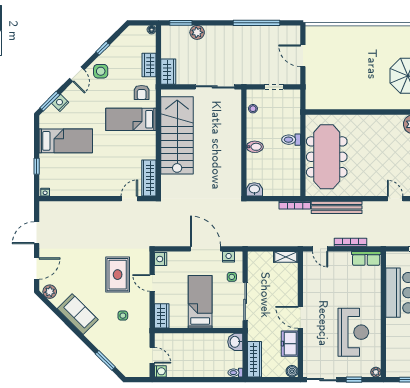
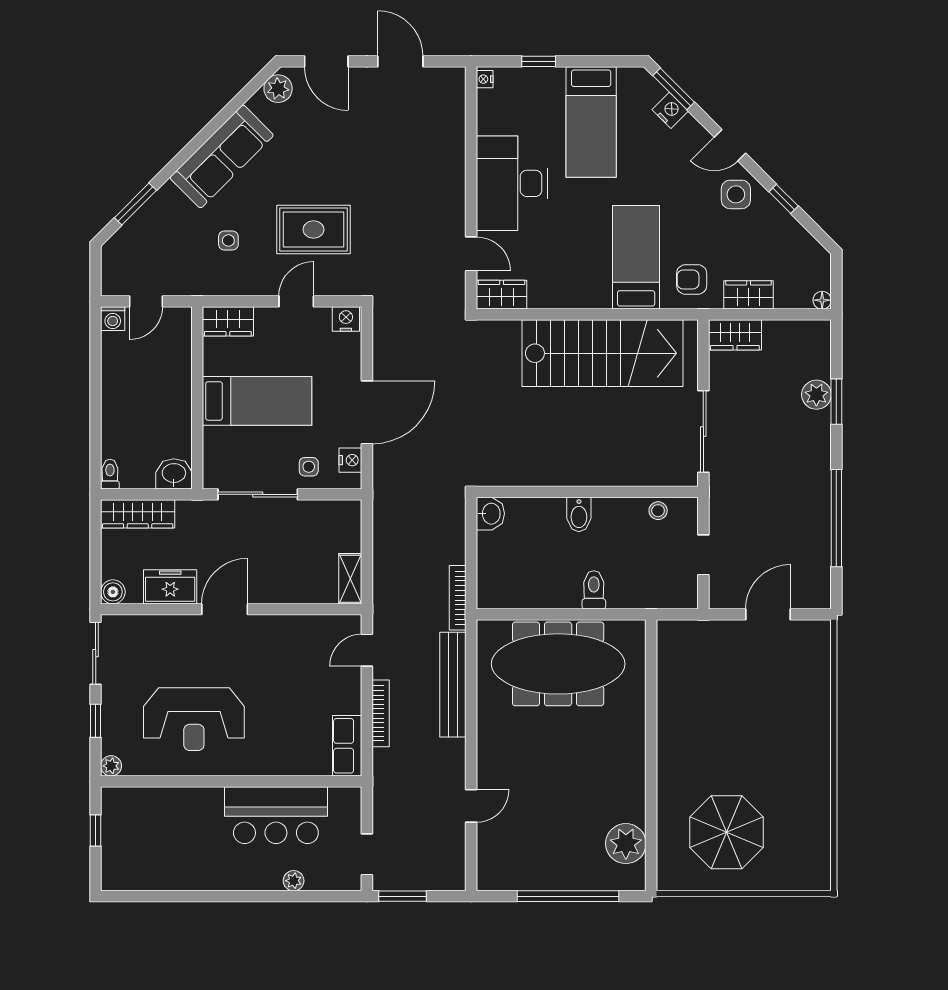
window: (181, 23) -> (836, 402), moved
wardrobe: (149, 178) -> (502, 295), width x0.67
desk: (95, 179) -> (512, 183), added
sofa: (78, 314) -> (222, 156), width x1.36

